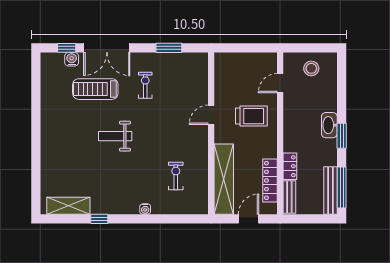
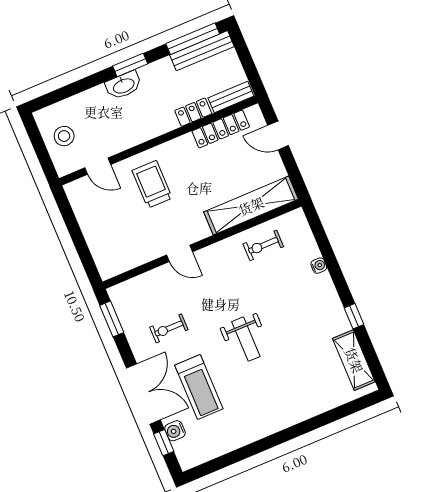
door: (211, 115) -> (180, 253), moved
wall: (211, 133) -> (202, 244), moved
shelving: (224, 179) -> (251, 206), moved

